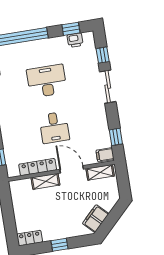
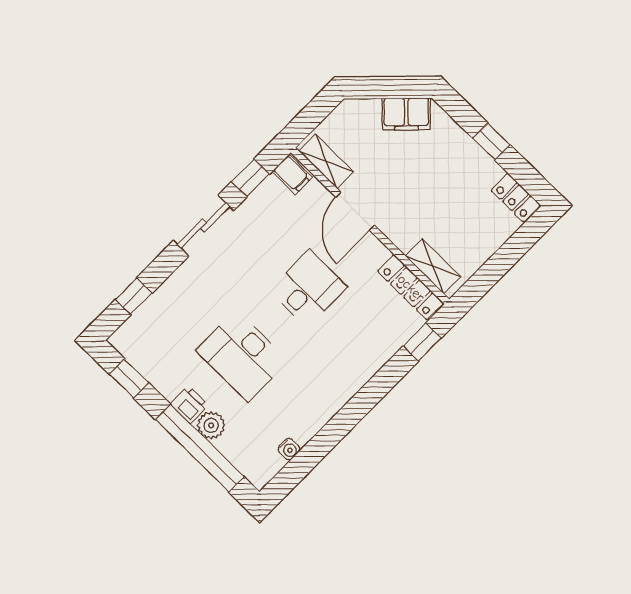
printer: (75, 40) -> (189, 405), moved
plant: (28, 48) -> (211, 425), added
sliding door: (108, 87) -> (204, 226), moved
locker: (38, 167) -> (410, 287), moved
shelving: (45, 181) -> (433, 266), moved

